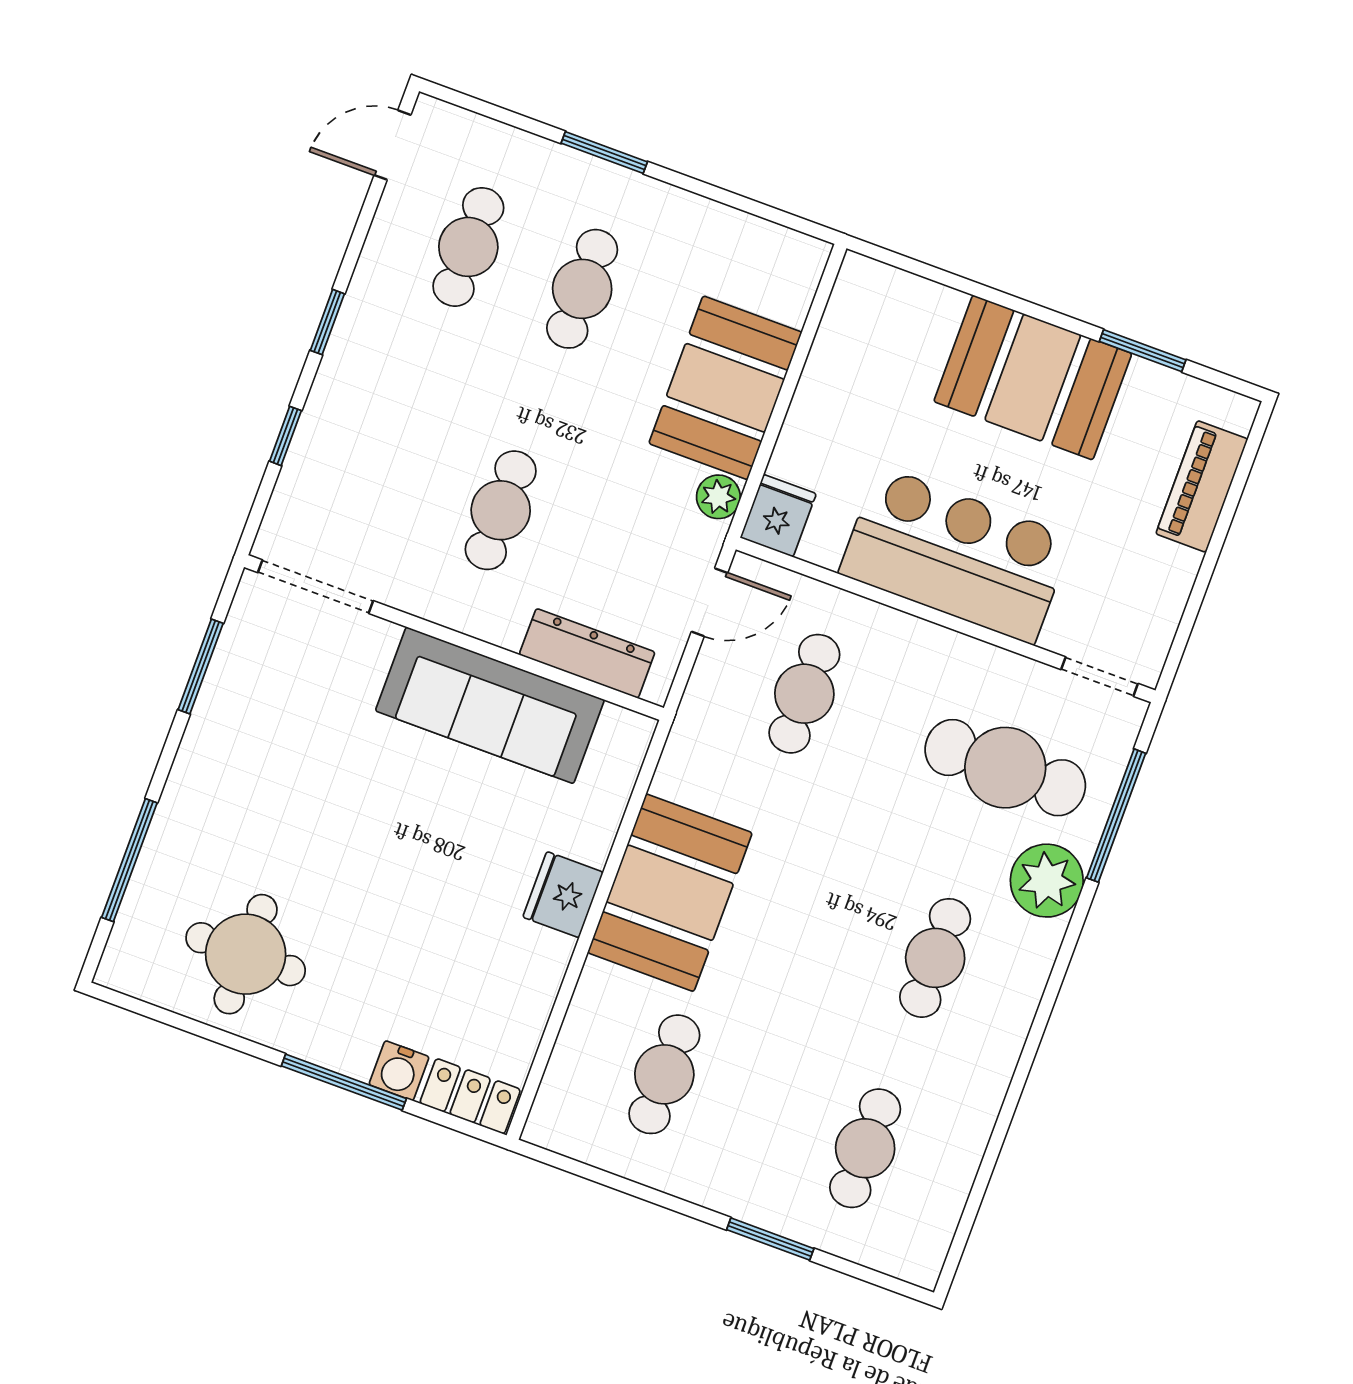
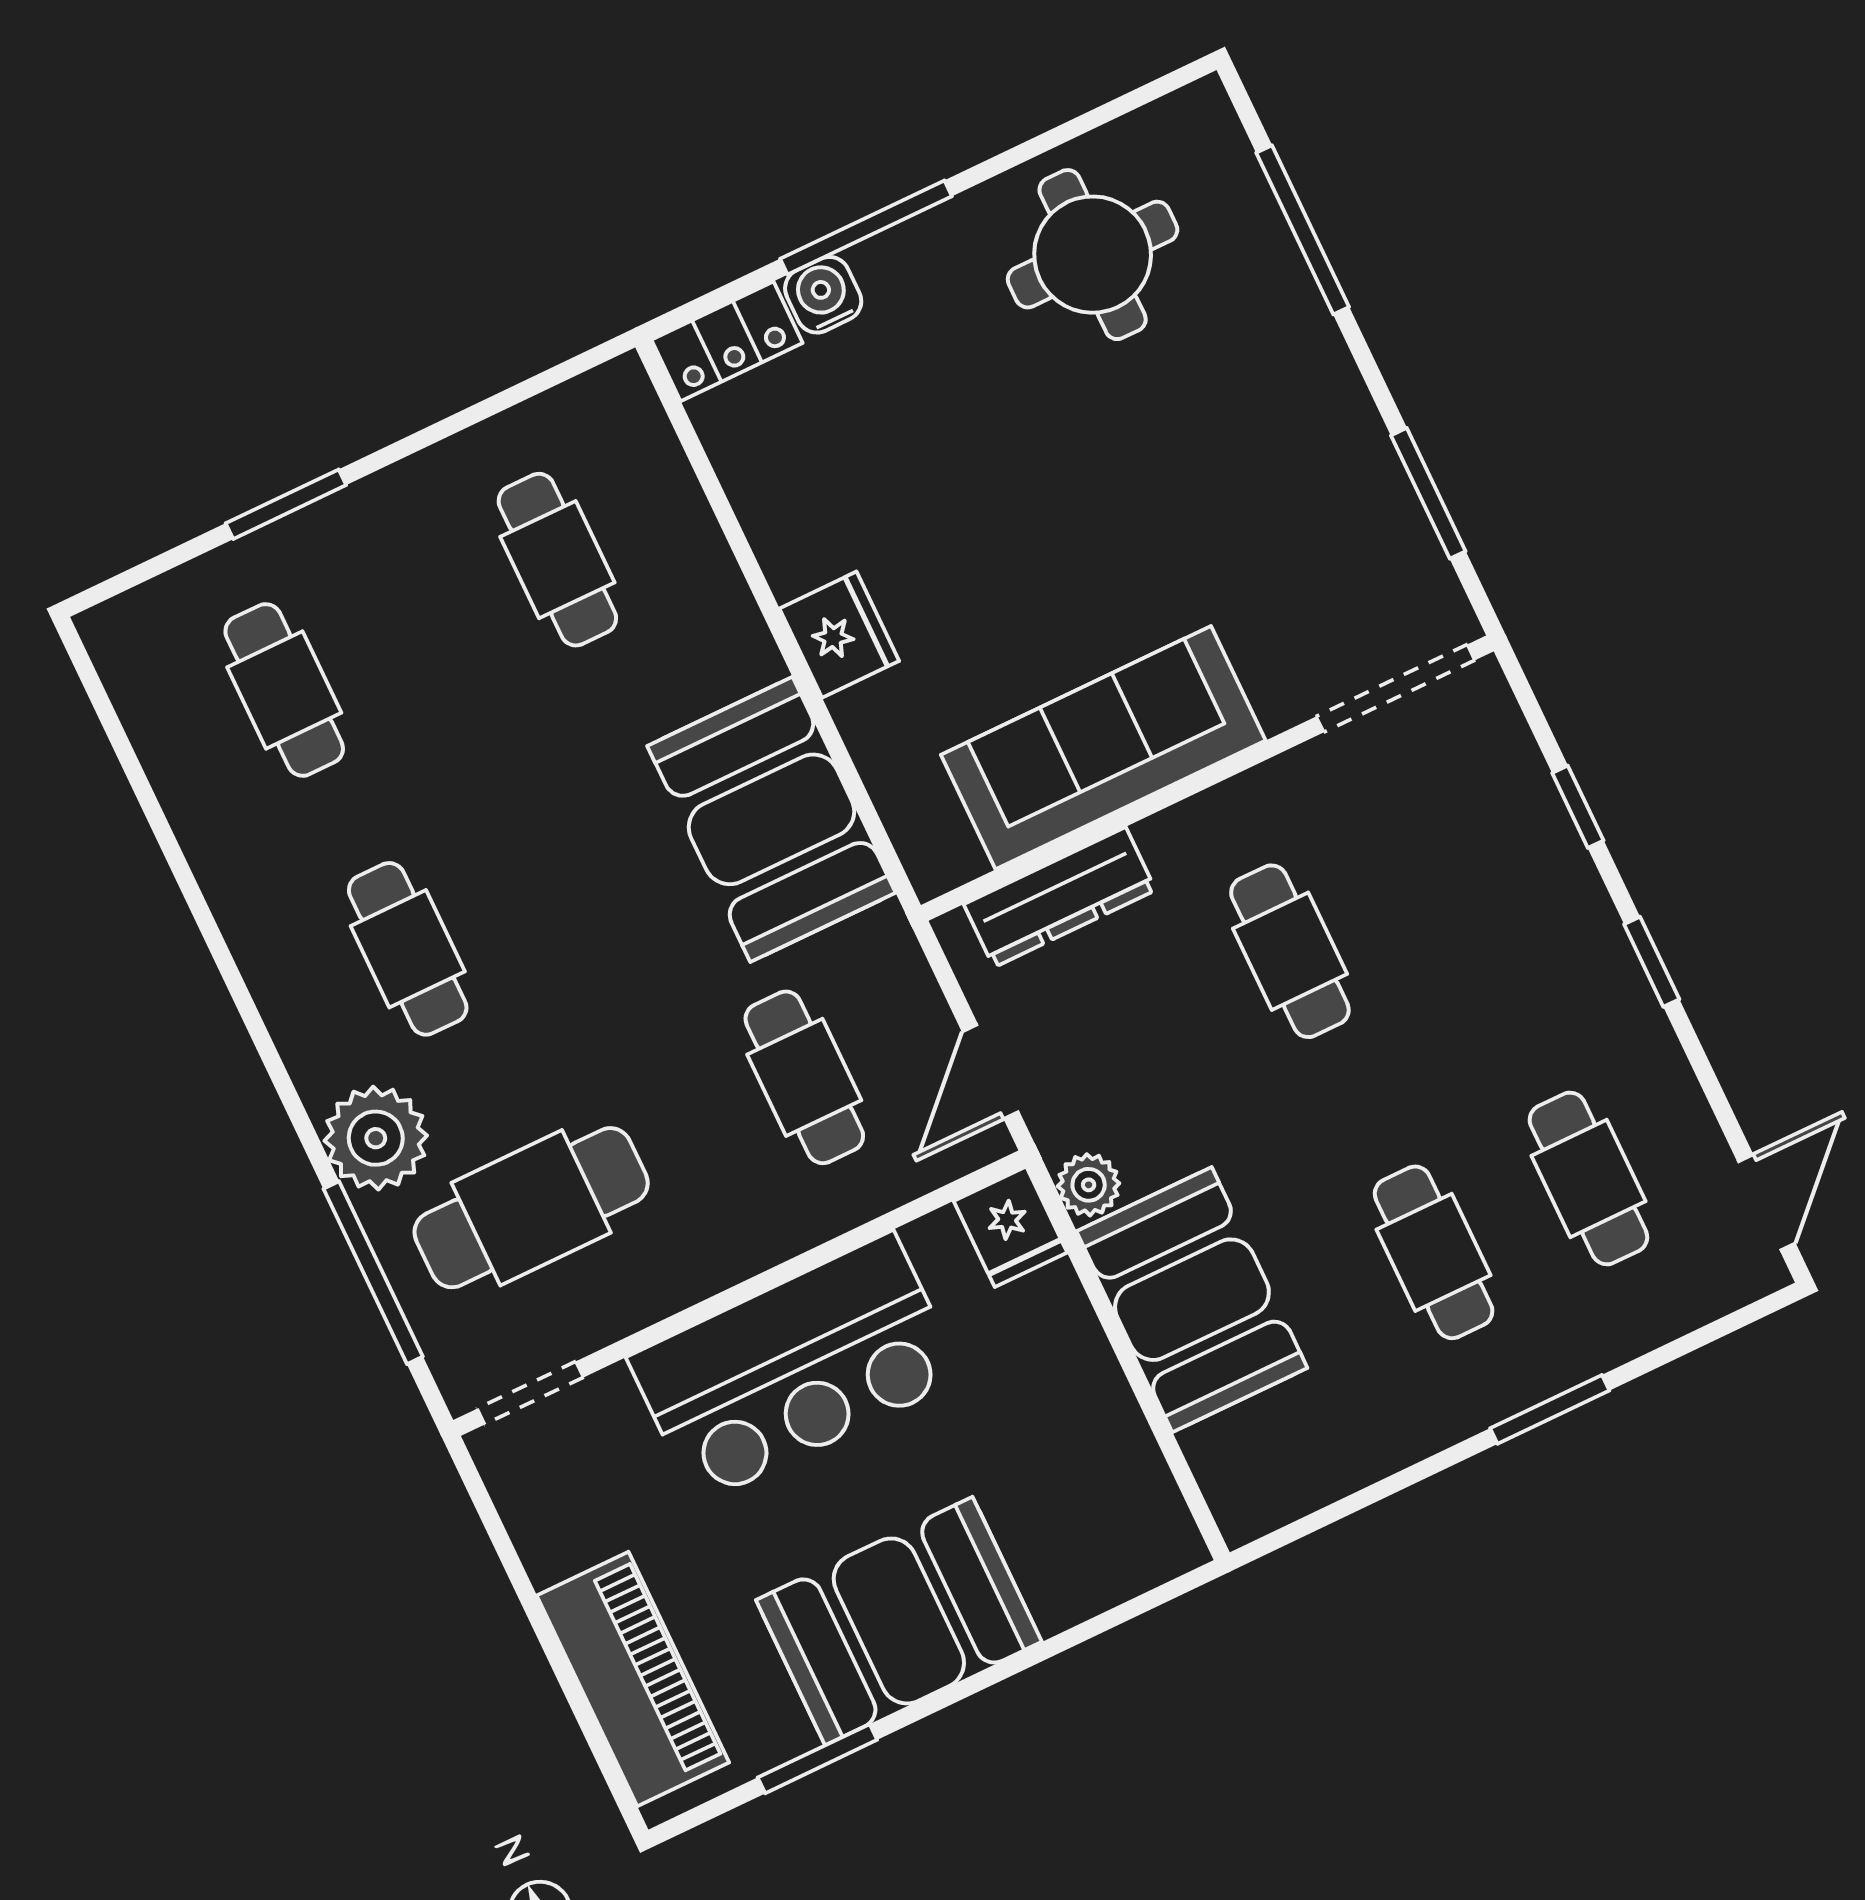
piano: (1202, 486) -> (633, 1679), width x1.37, depth x1.33
booth: (670, 893) -> (771, 819), moved

